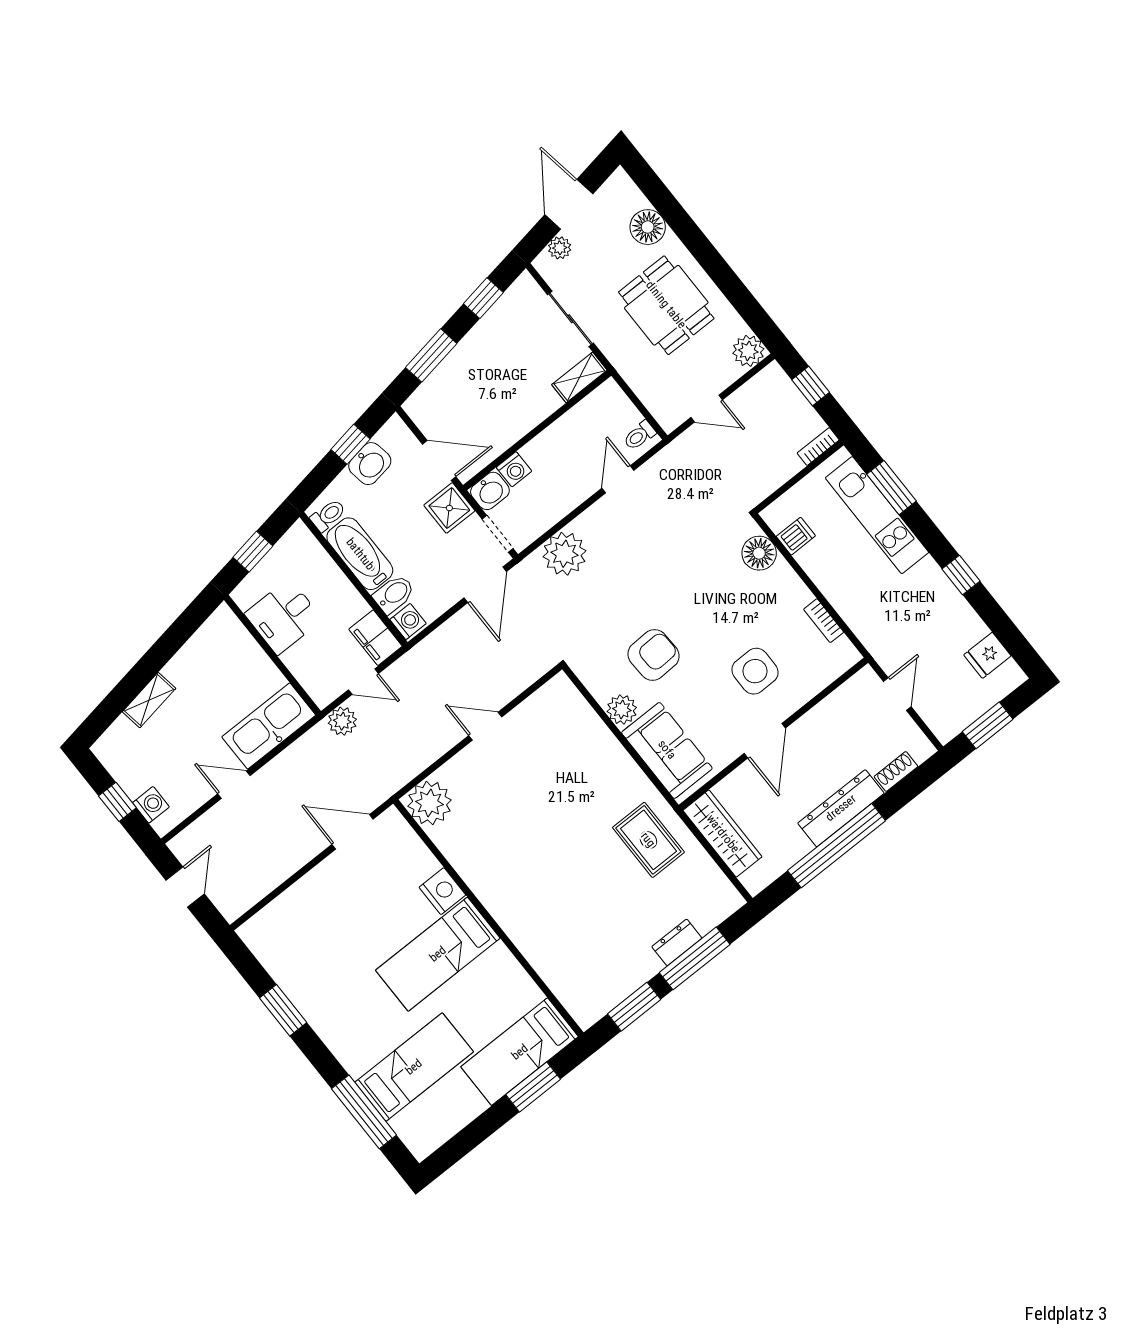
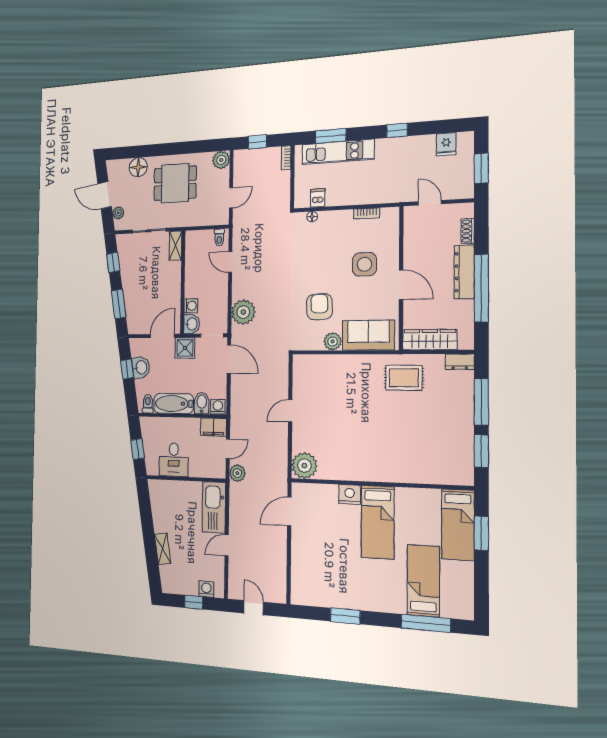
floor lamp: (759, 553) -> (312, 217), width x0.53, depth x0.53
dresser: (677, 942) -> (460, 362), moved, turned -90

